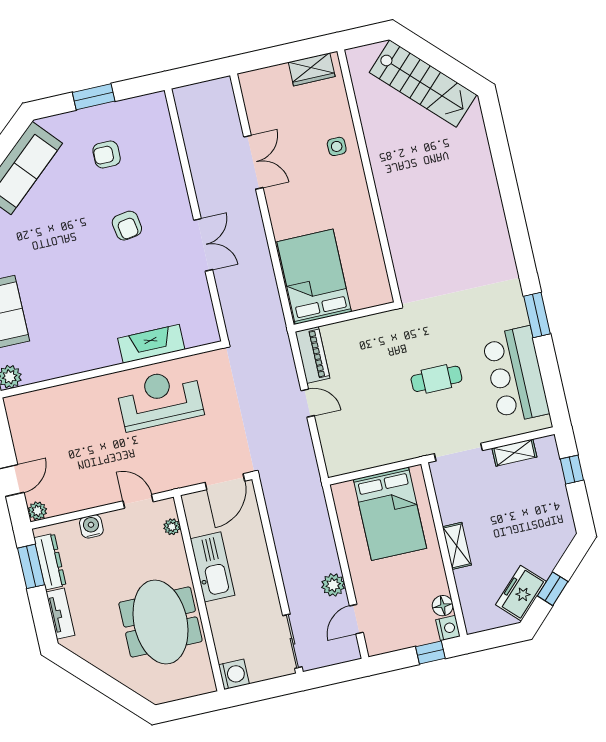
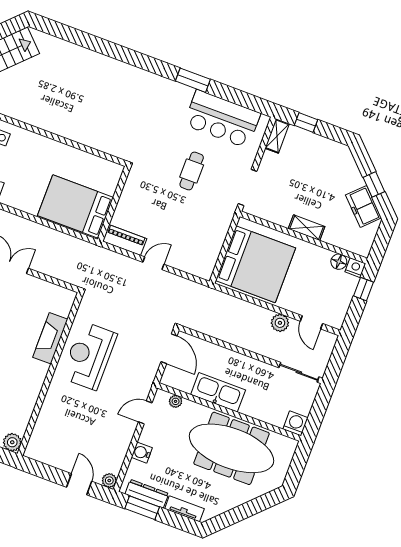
shelving: (514, 453) -> (277, 136), moved
bed: (390, 514) -> (255, 264), width x1.36
meeting table: (160, 622) -> (231, 448), width x1.36

